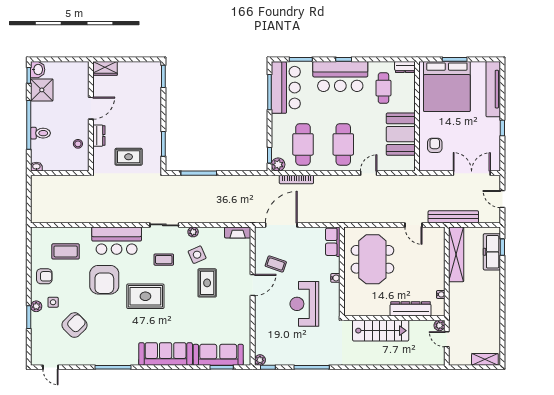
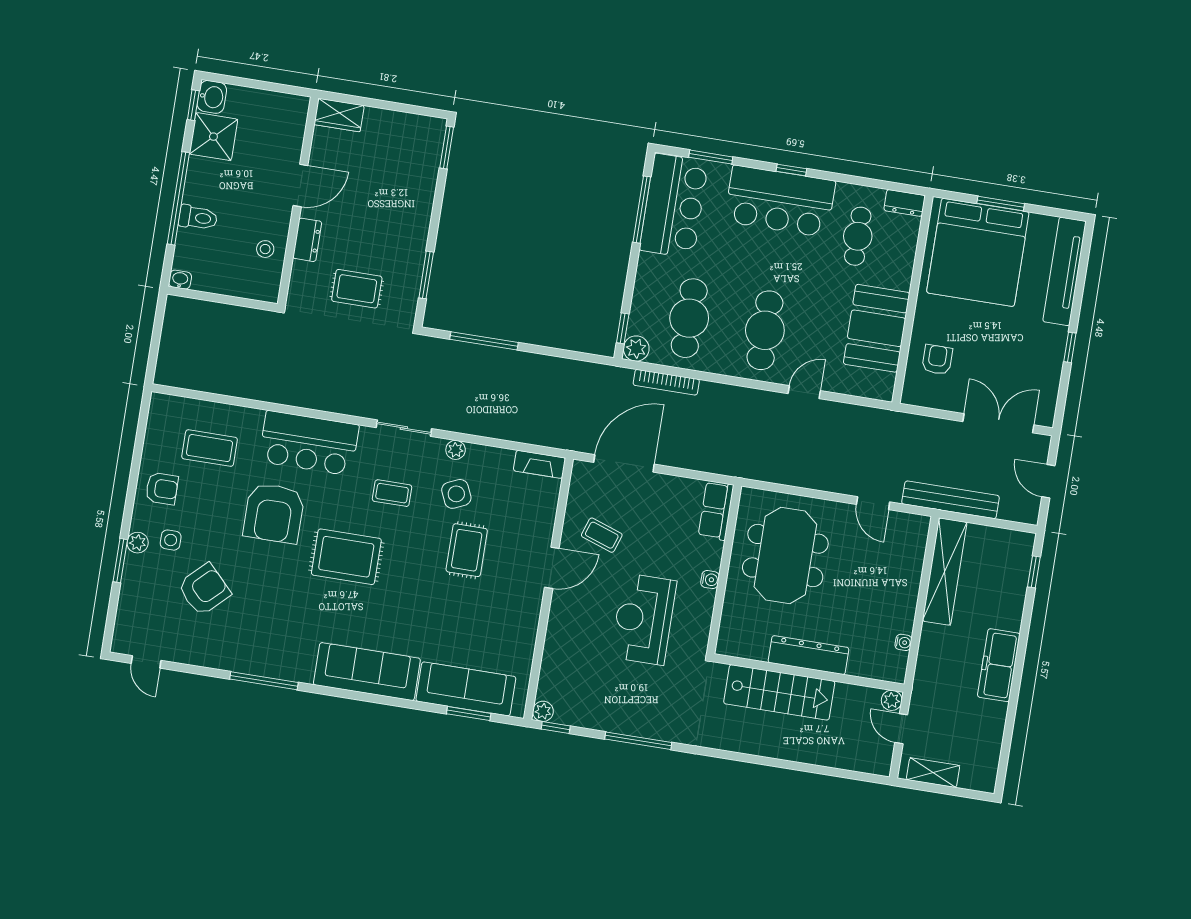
freezer: (492, 252) -> (999, 665), moved
dresser: (411, 309) -> (808, 655), moved
shelving: (485, 359) -> (933, 773), moved

